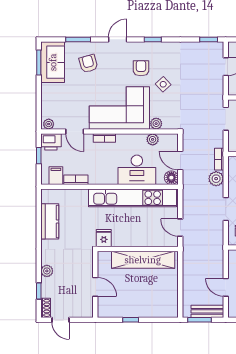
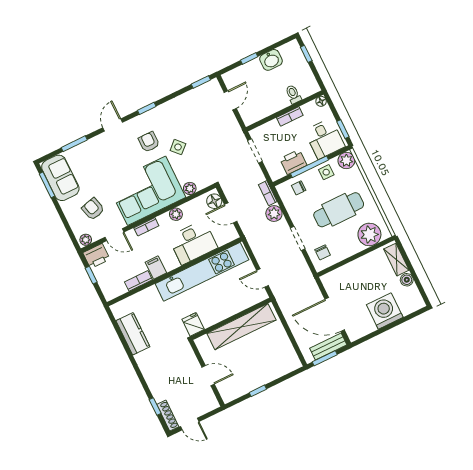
armchair: (88, 64) -> (93, 209), moved
plant: (153, 139) -> (176, 214), moved
filing cabinet: (56, 176) -> (156, 267), moved
floor lamp: (171, 178) -> (214, 201), moved
plant: (47, 271) -> (154, 383), removed
door: (226, 287) -> (335, 314), width x1.88
shoe rack: (46, 308) -> (168, 416), width x1.43

